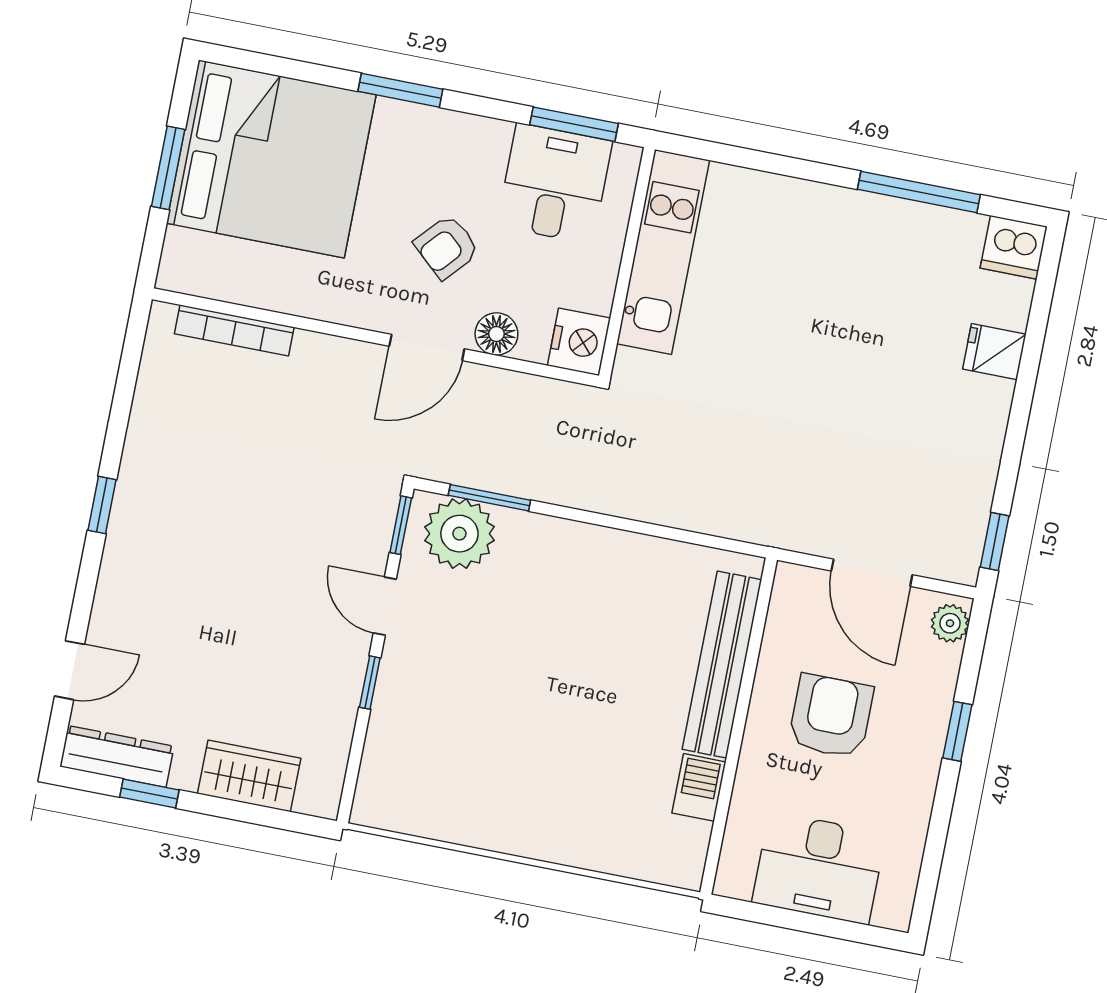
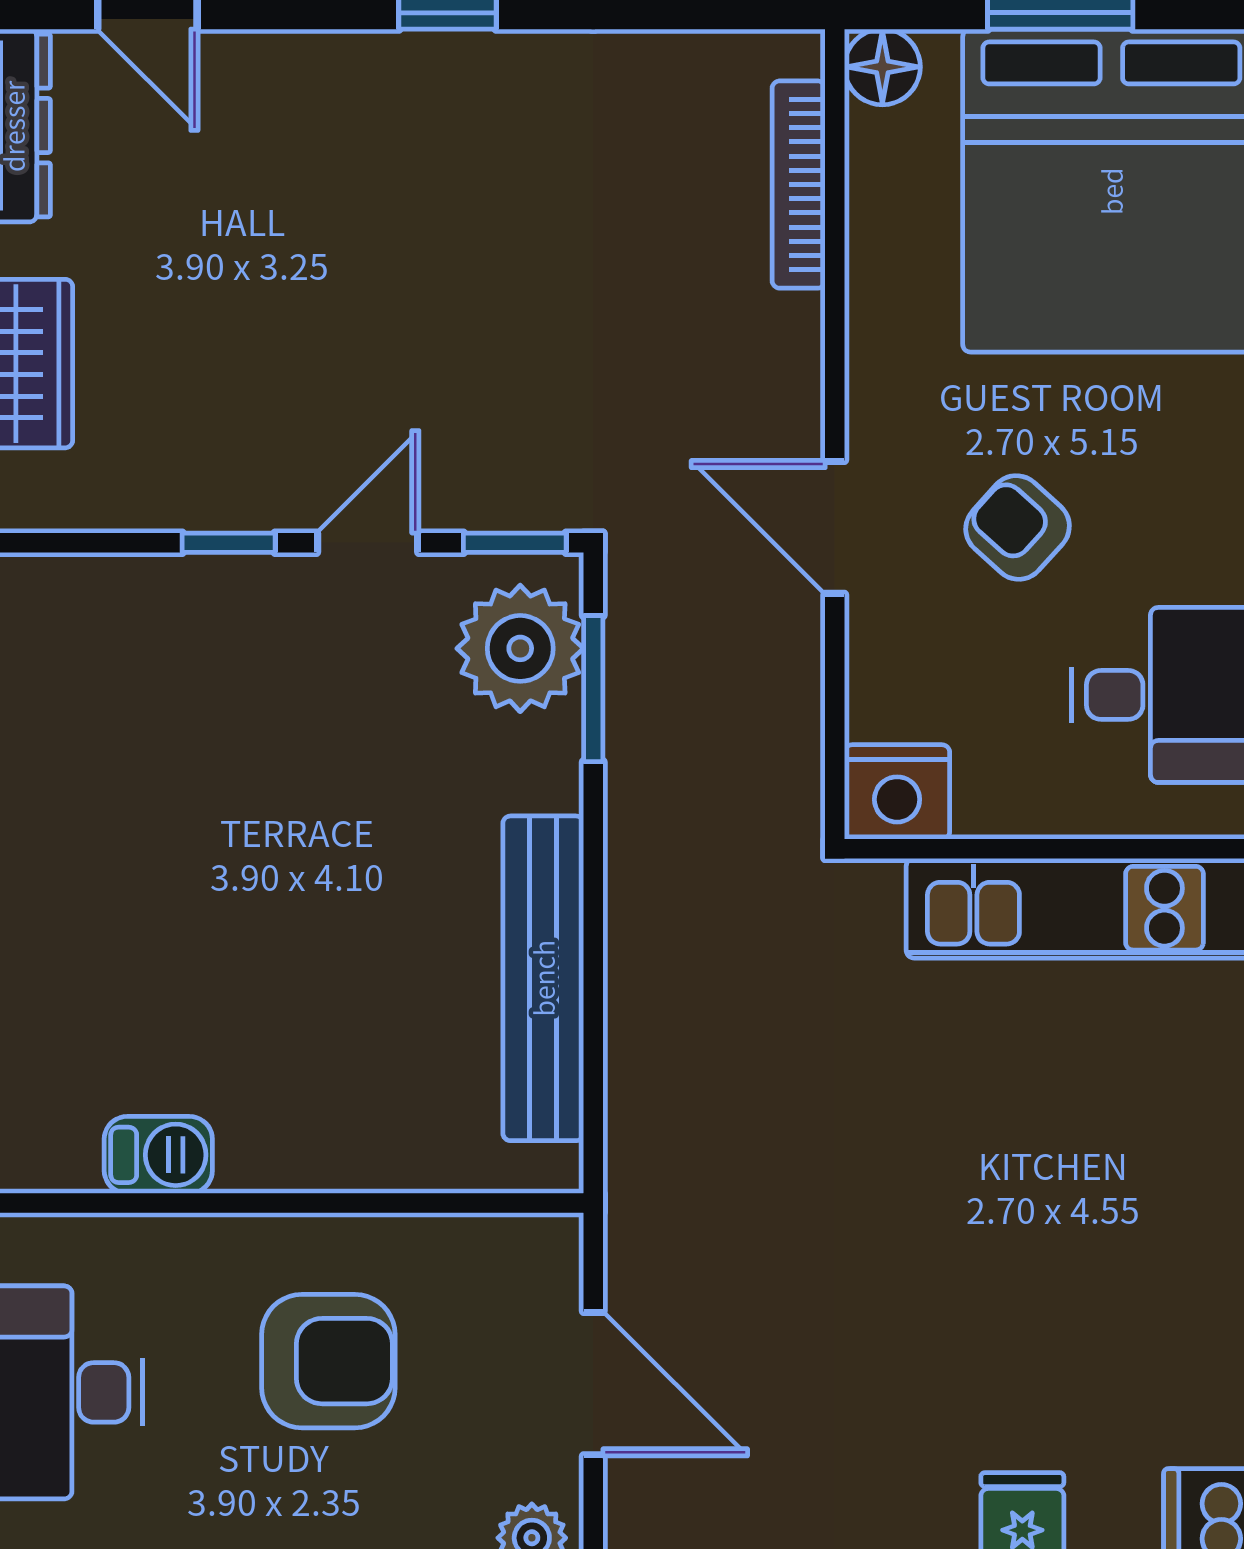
floor lamp: (496, 334) -> (882, 67), moved
door: (872, 573) -> (593, 1384), swing flipped
bench: (722, 665) -> (543, 978), moved, turned 90

